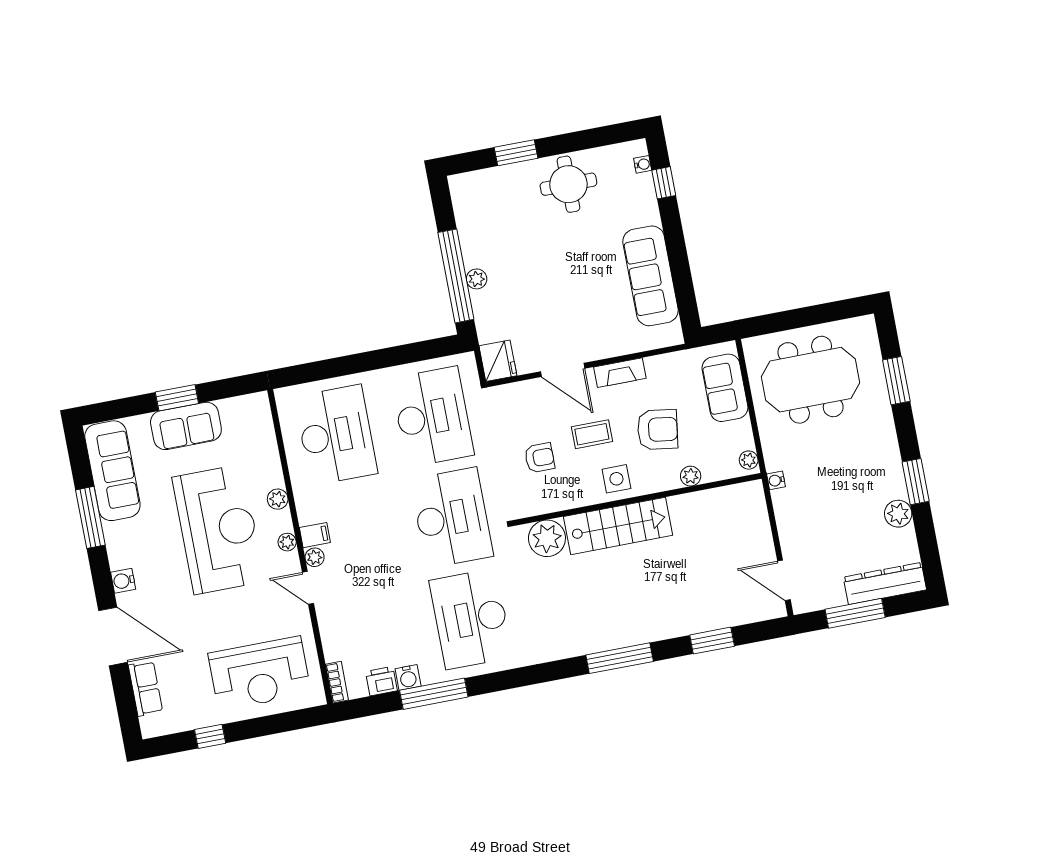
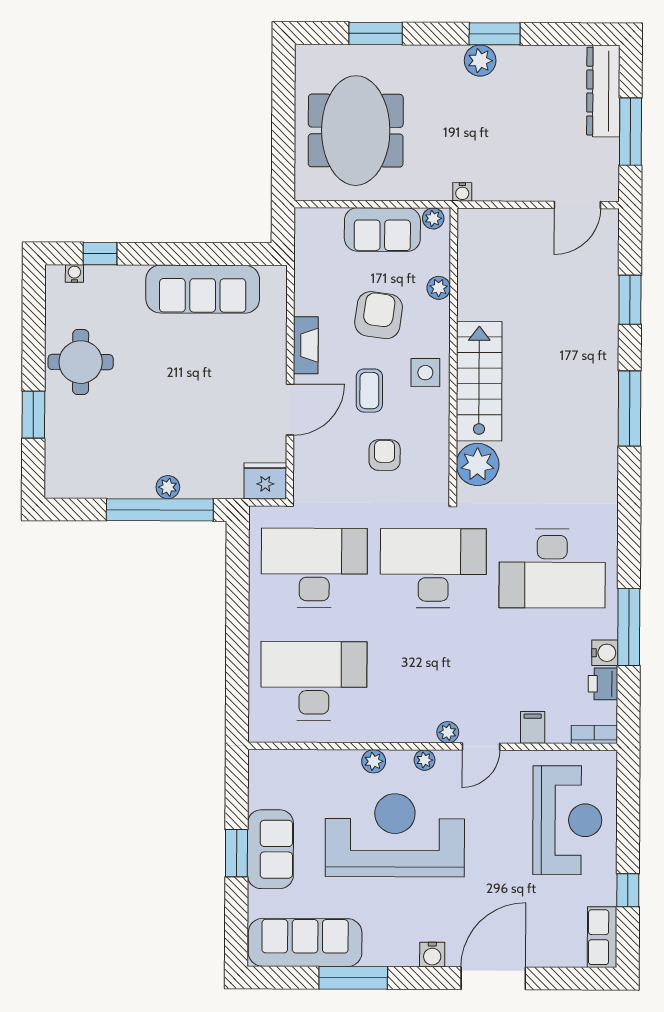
sofa: (725, 388) -> (382, 230), moved
plant: (898, 514) -> (480, 61), moved
filing cabinet: (315, 535) -> (533, 727), moved
row of seats: (146, 688) -> (602, 937), moved, turned -90

